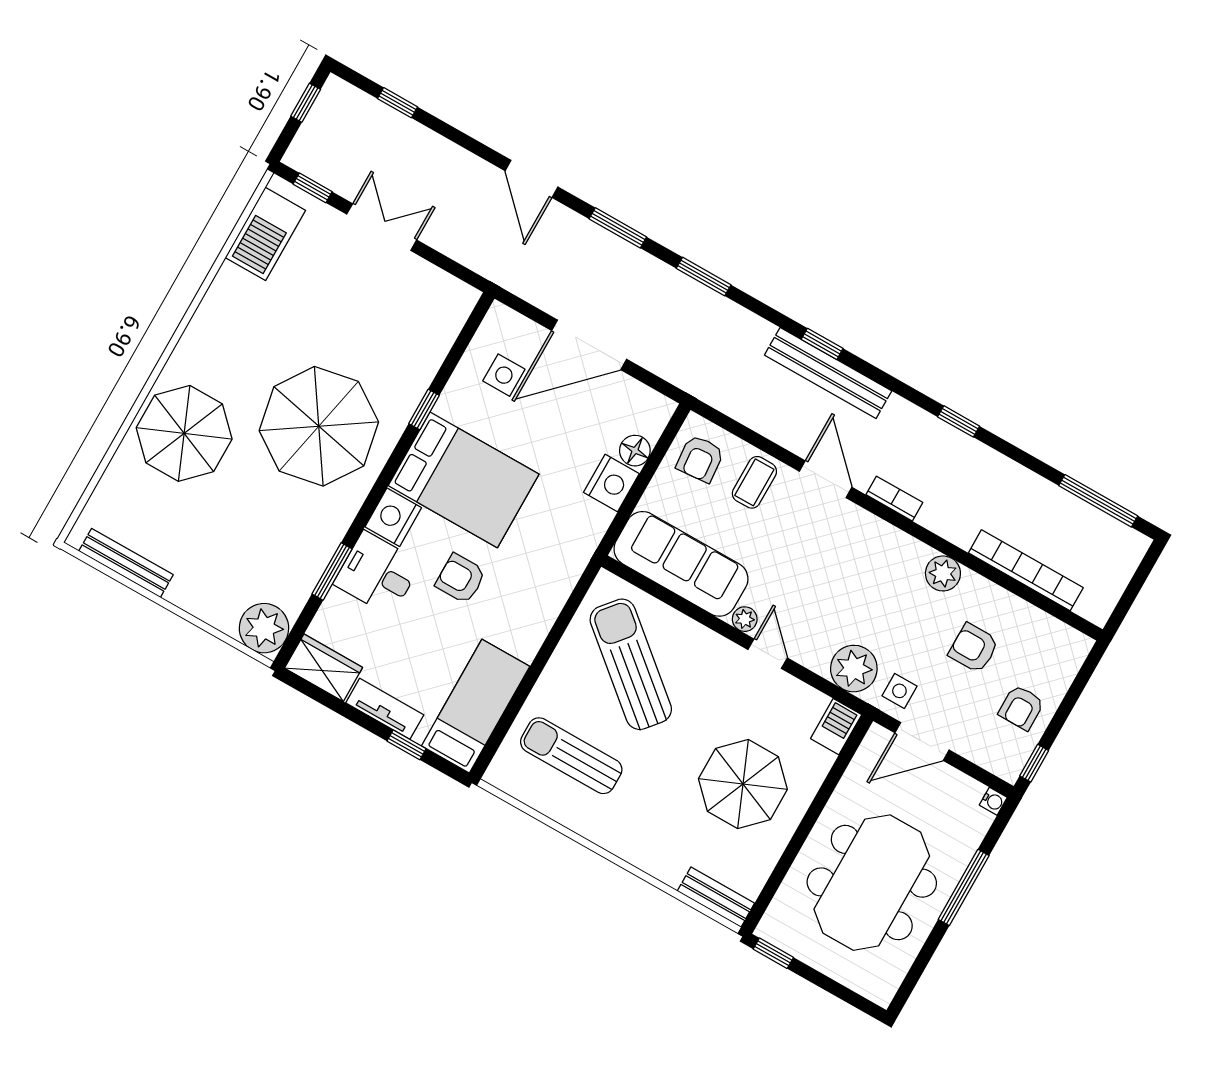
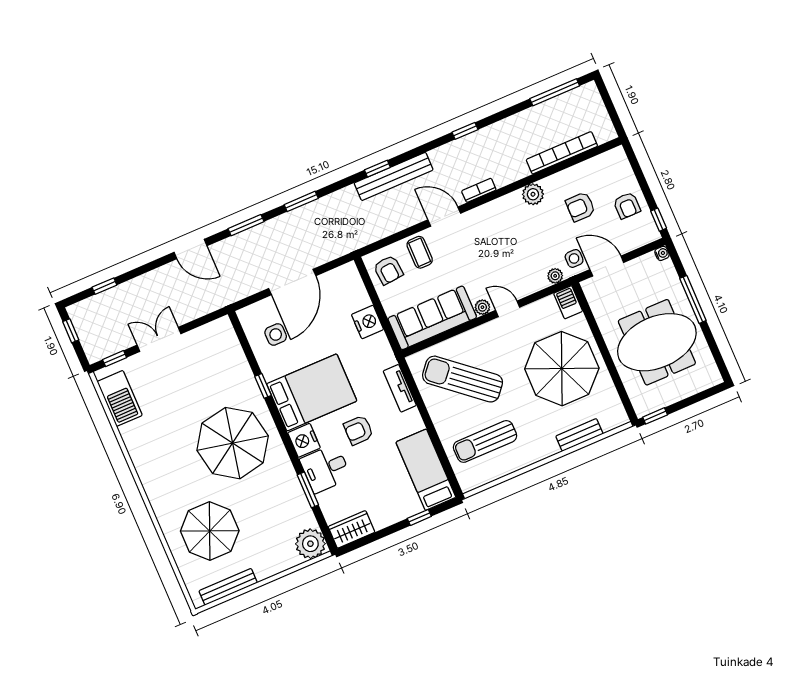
parasol: (184, 433) -> (210, 531), moved
floor lamp: (635, 451) -> (360, 299), removed
plant: (854, 669) -> (555, 276), width x0.53, depth x0.53
tv unit: (385, 709) -> (400, 388), moved, turned -90
door: (922, 741) -> (607, 266), swing flipped
parasol: (743, 784) -> (562, 369), width x1.36, depth x1.36
meeting table: (872, 883) -> (657, 342), turned 90
bench: (716, 897) -> (579, 435), moved

